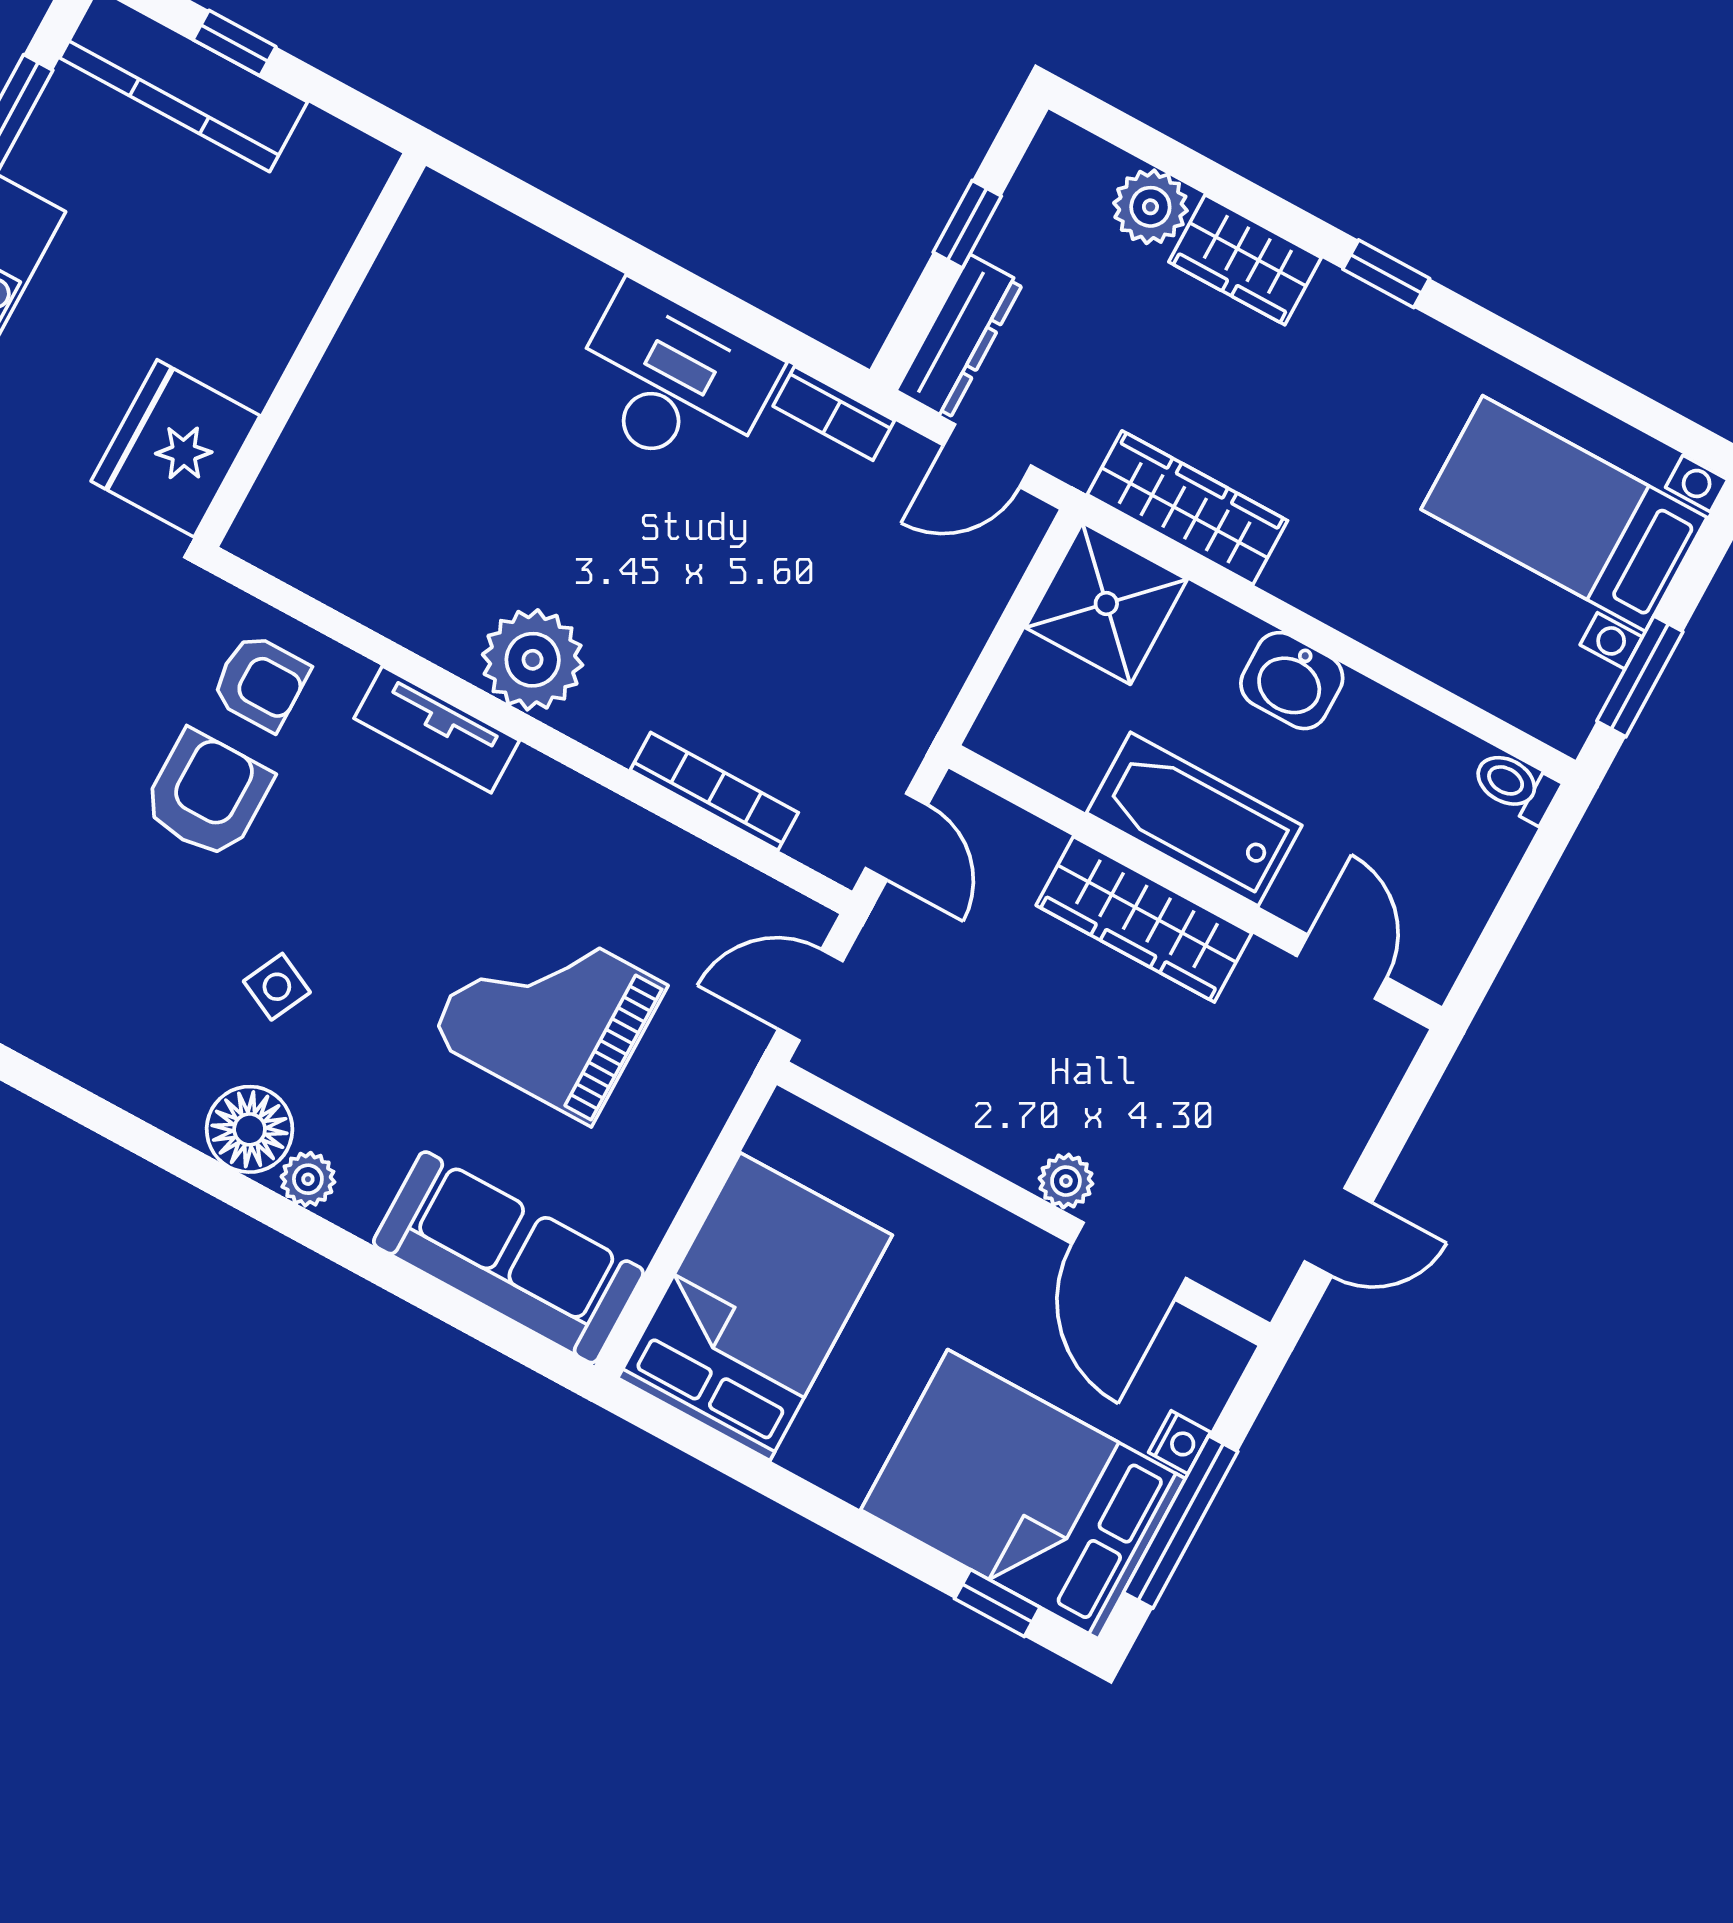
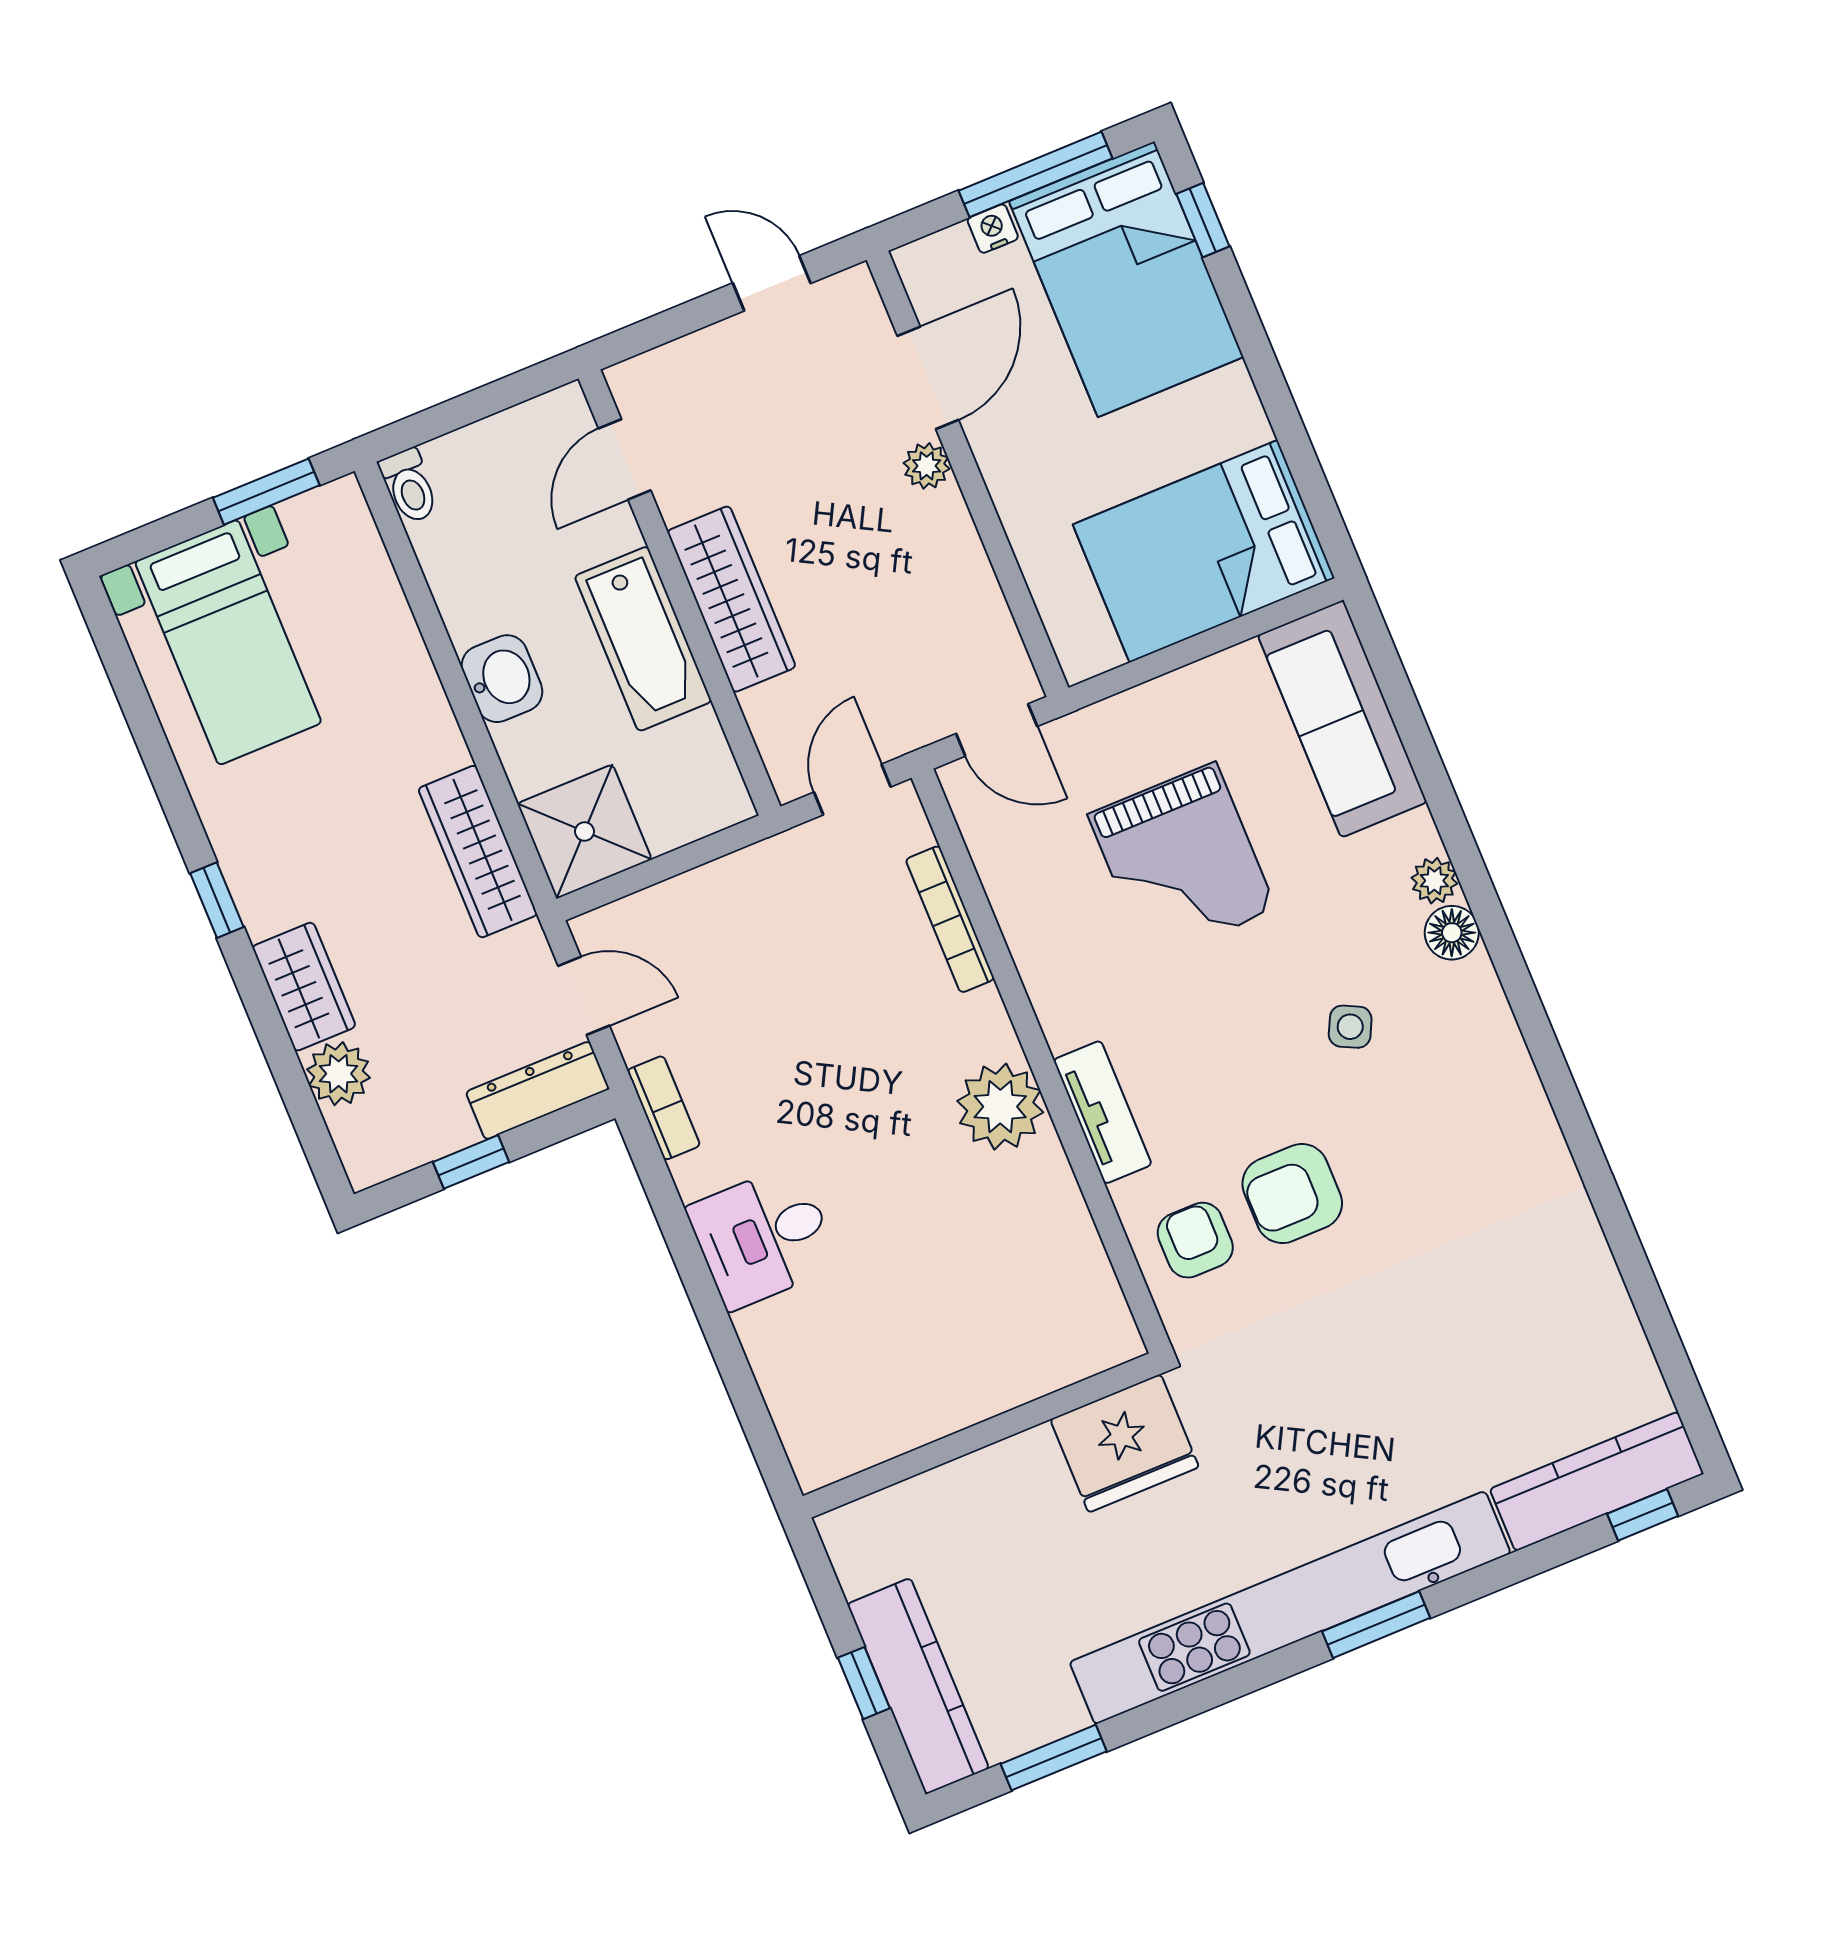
desk: (672, 382) -> (763, 1237), width x0.73
floor lamp: (250, 1129) -> (1452, 933), width x0.73, depth x0.73

